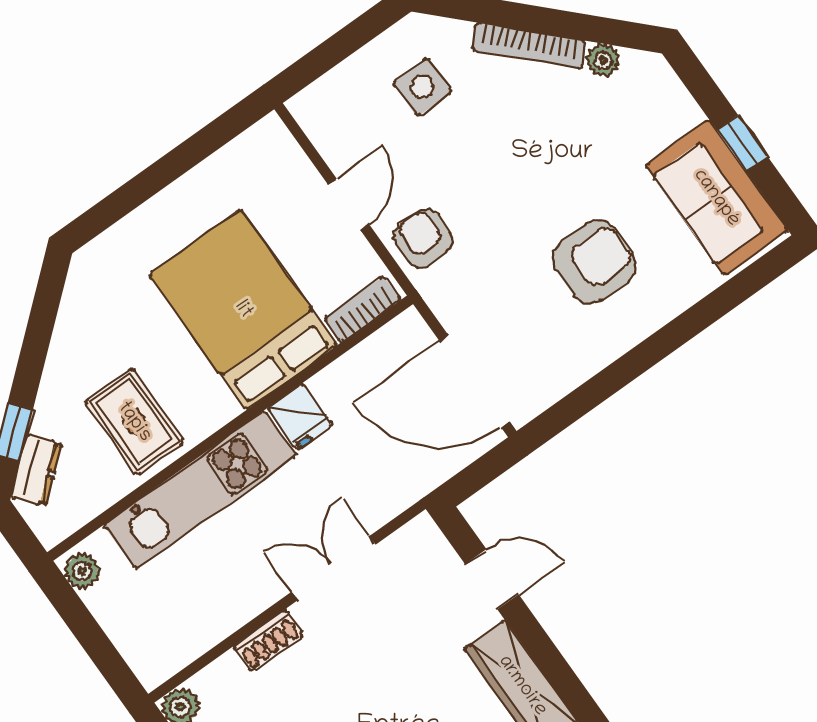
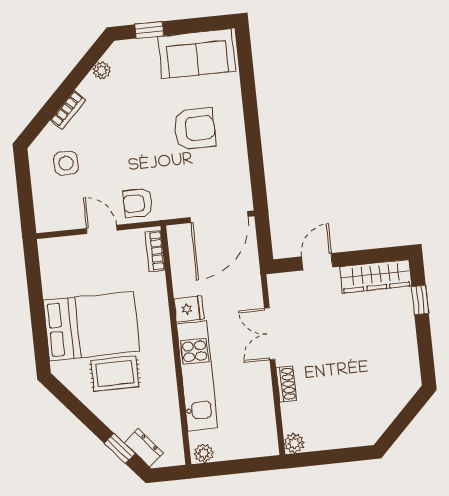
bookcase: (529, 46) -> (68, 110), width x0.64
window: (742, 143) -> (149, 30), moved
armchair: (594, 262) -> (194, 129), turned 90
bed: (243, 310) -> (92, 326), moved, turned 180
rug: (134, 422) -> (115, 374), moved

